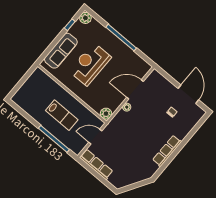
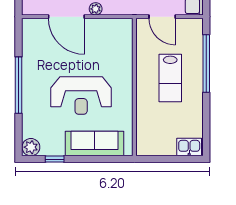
kitchen sink: (20, 96) -> (189, 147), added
plant: (106, 114) -> (124, 27), removed
lab bench: (62, 115) -> (170, 78), turned 180

